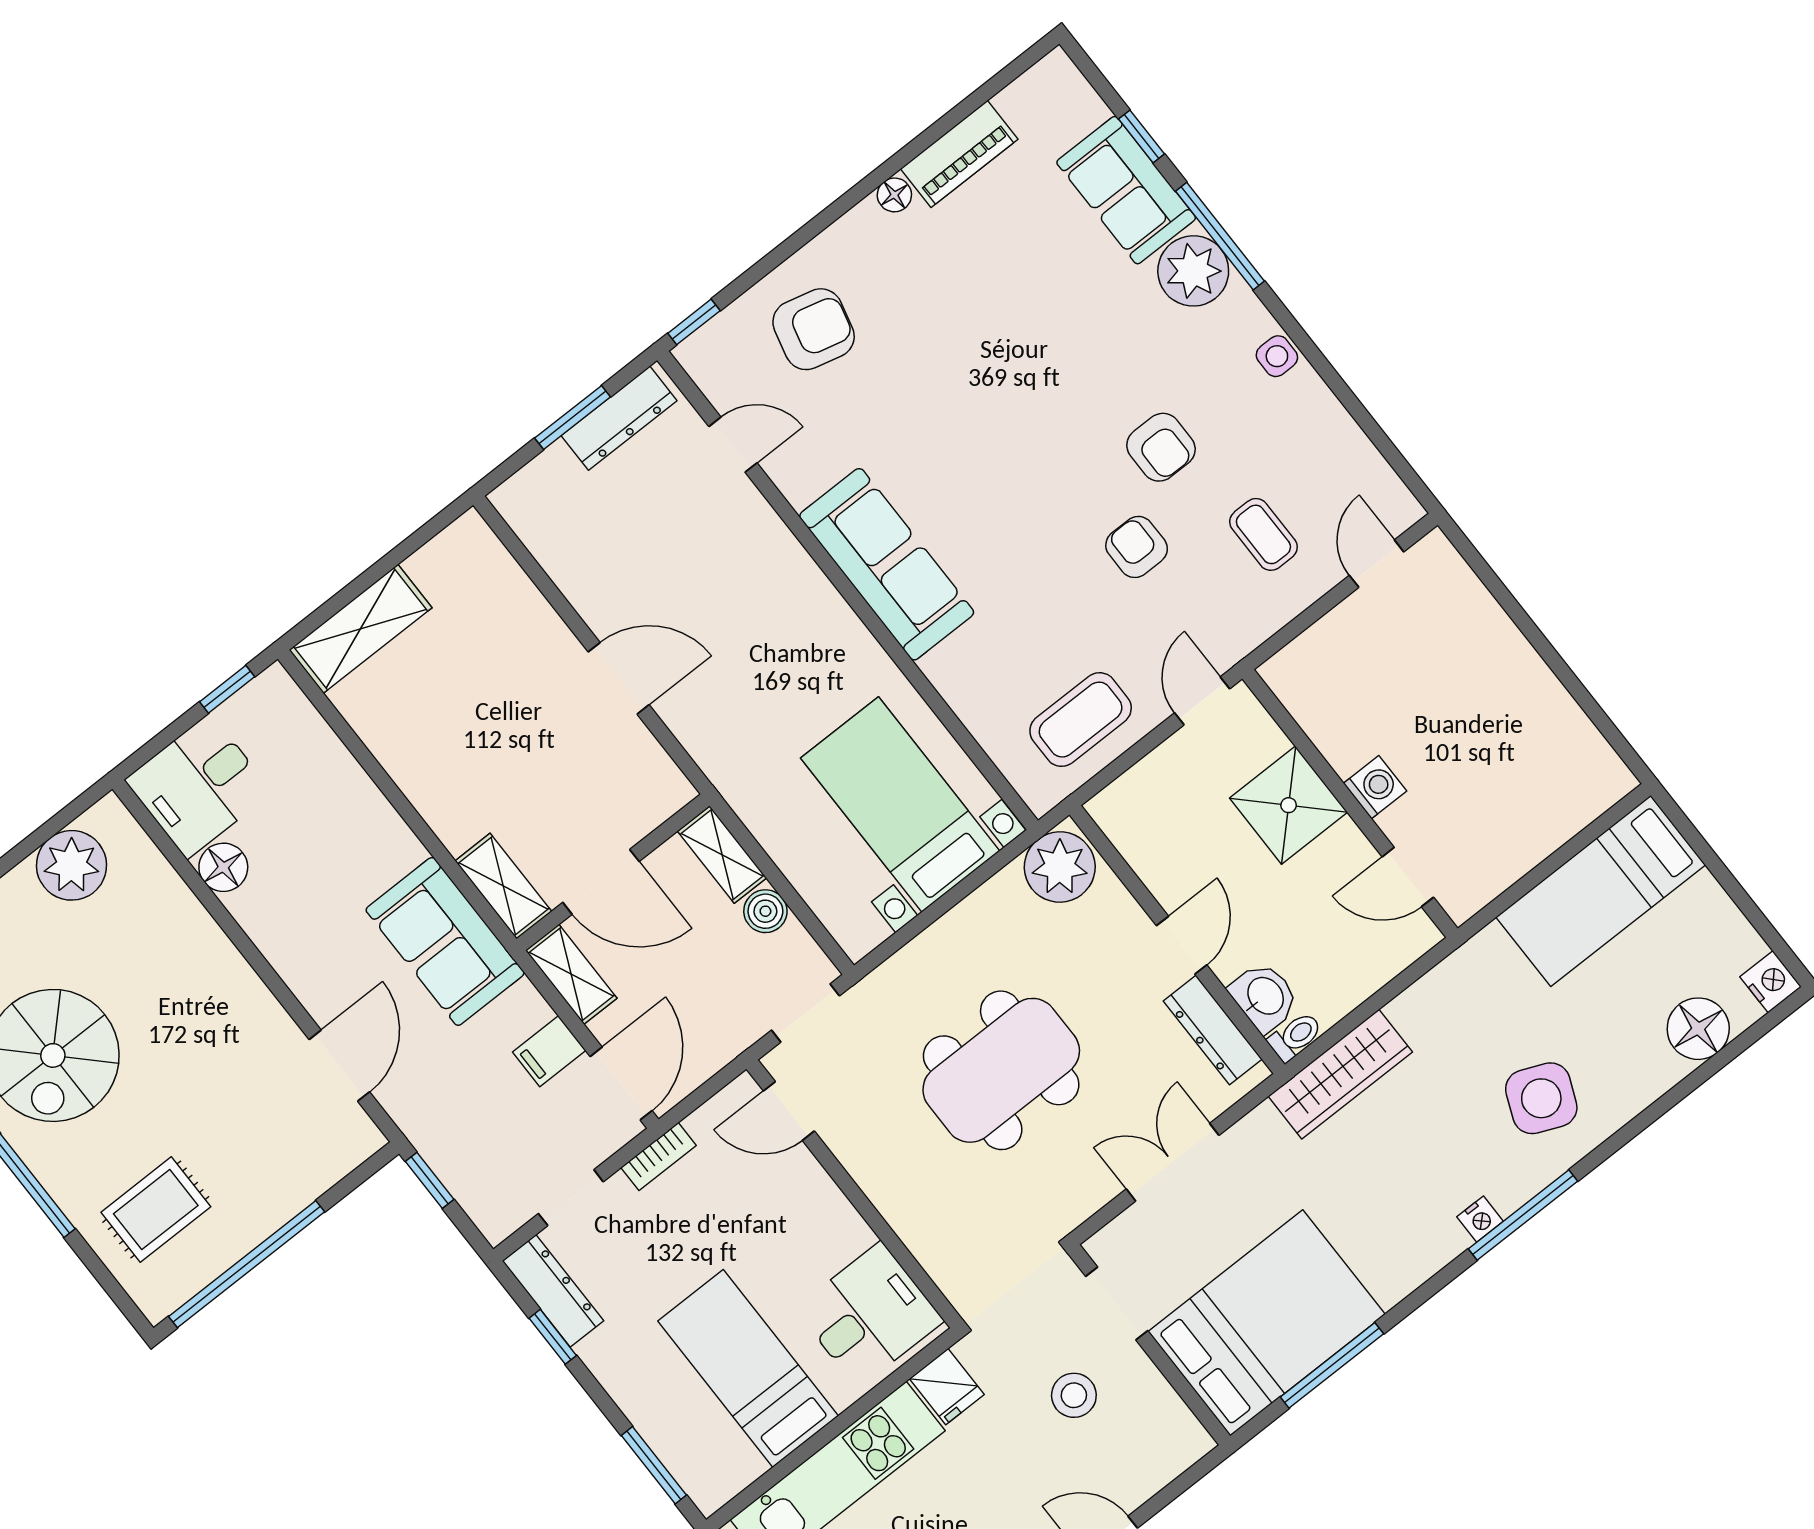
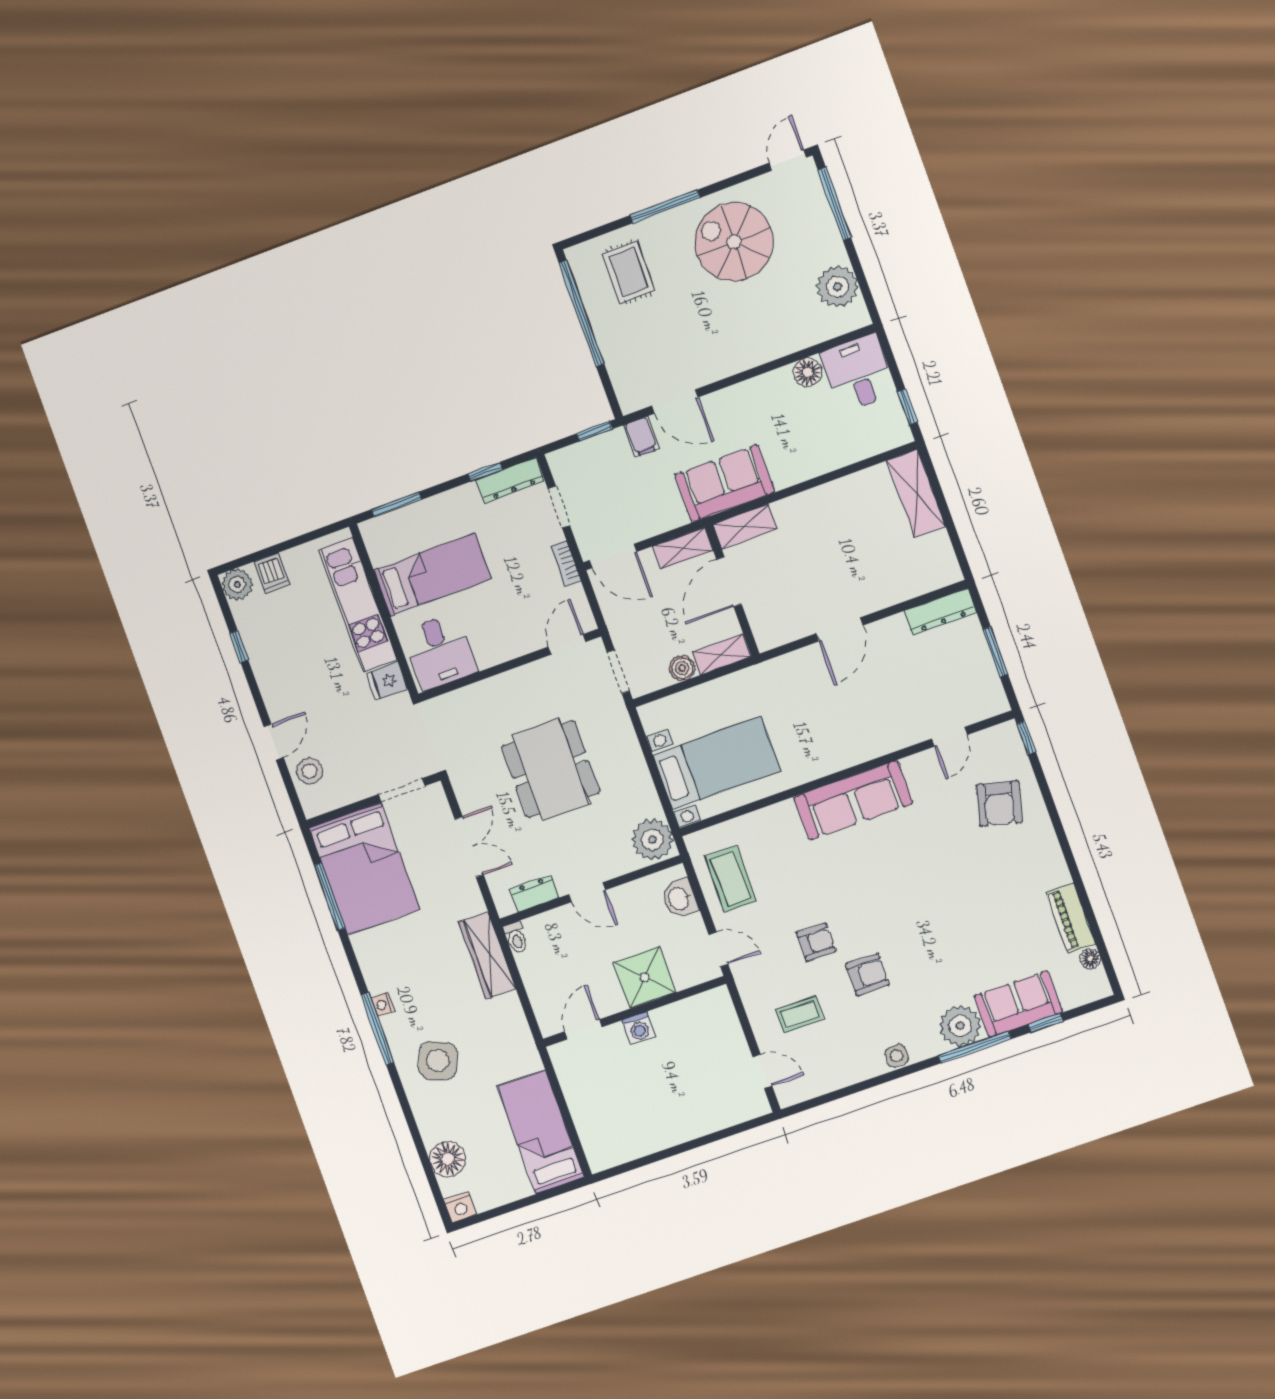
floor lamp: (894, 195) -> (1090, 959), moved
dresser: (619, 418) -> (940, 612), moved, turned -90
armchair: (1161, 447) -> (867, 975), turned 180
washbasin: (1264, 997) -> (680, 899), moved, turned 90
dresser: (1213, 1030) -> (534, 894), width x0.70
filing cabinet: (549, 1051) -> (641, 437), moved, turned 180
stool: (1074, 1395) -> (310, 771), moved

